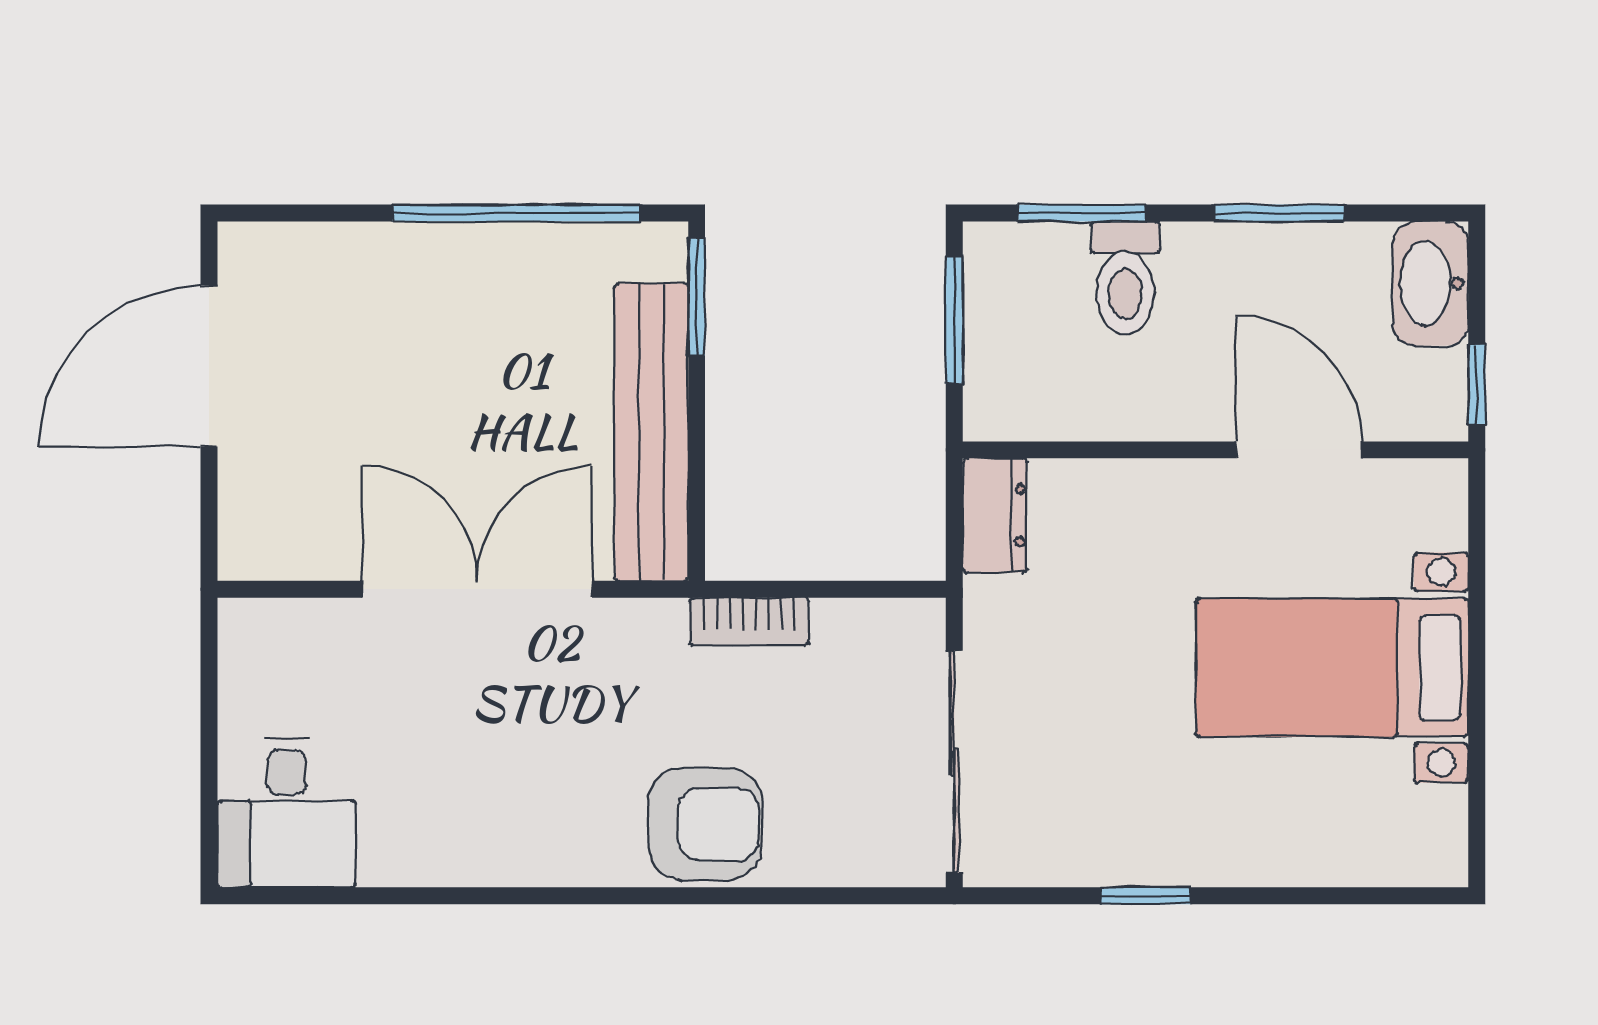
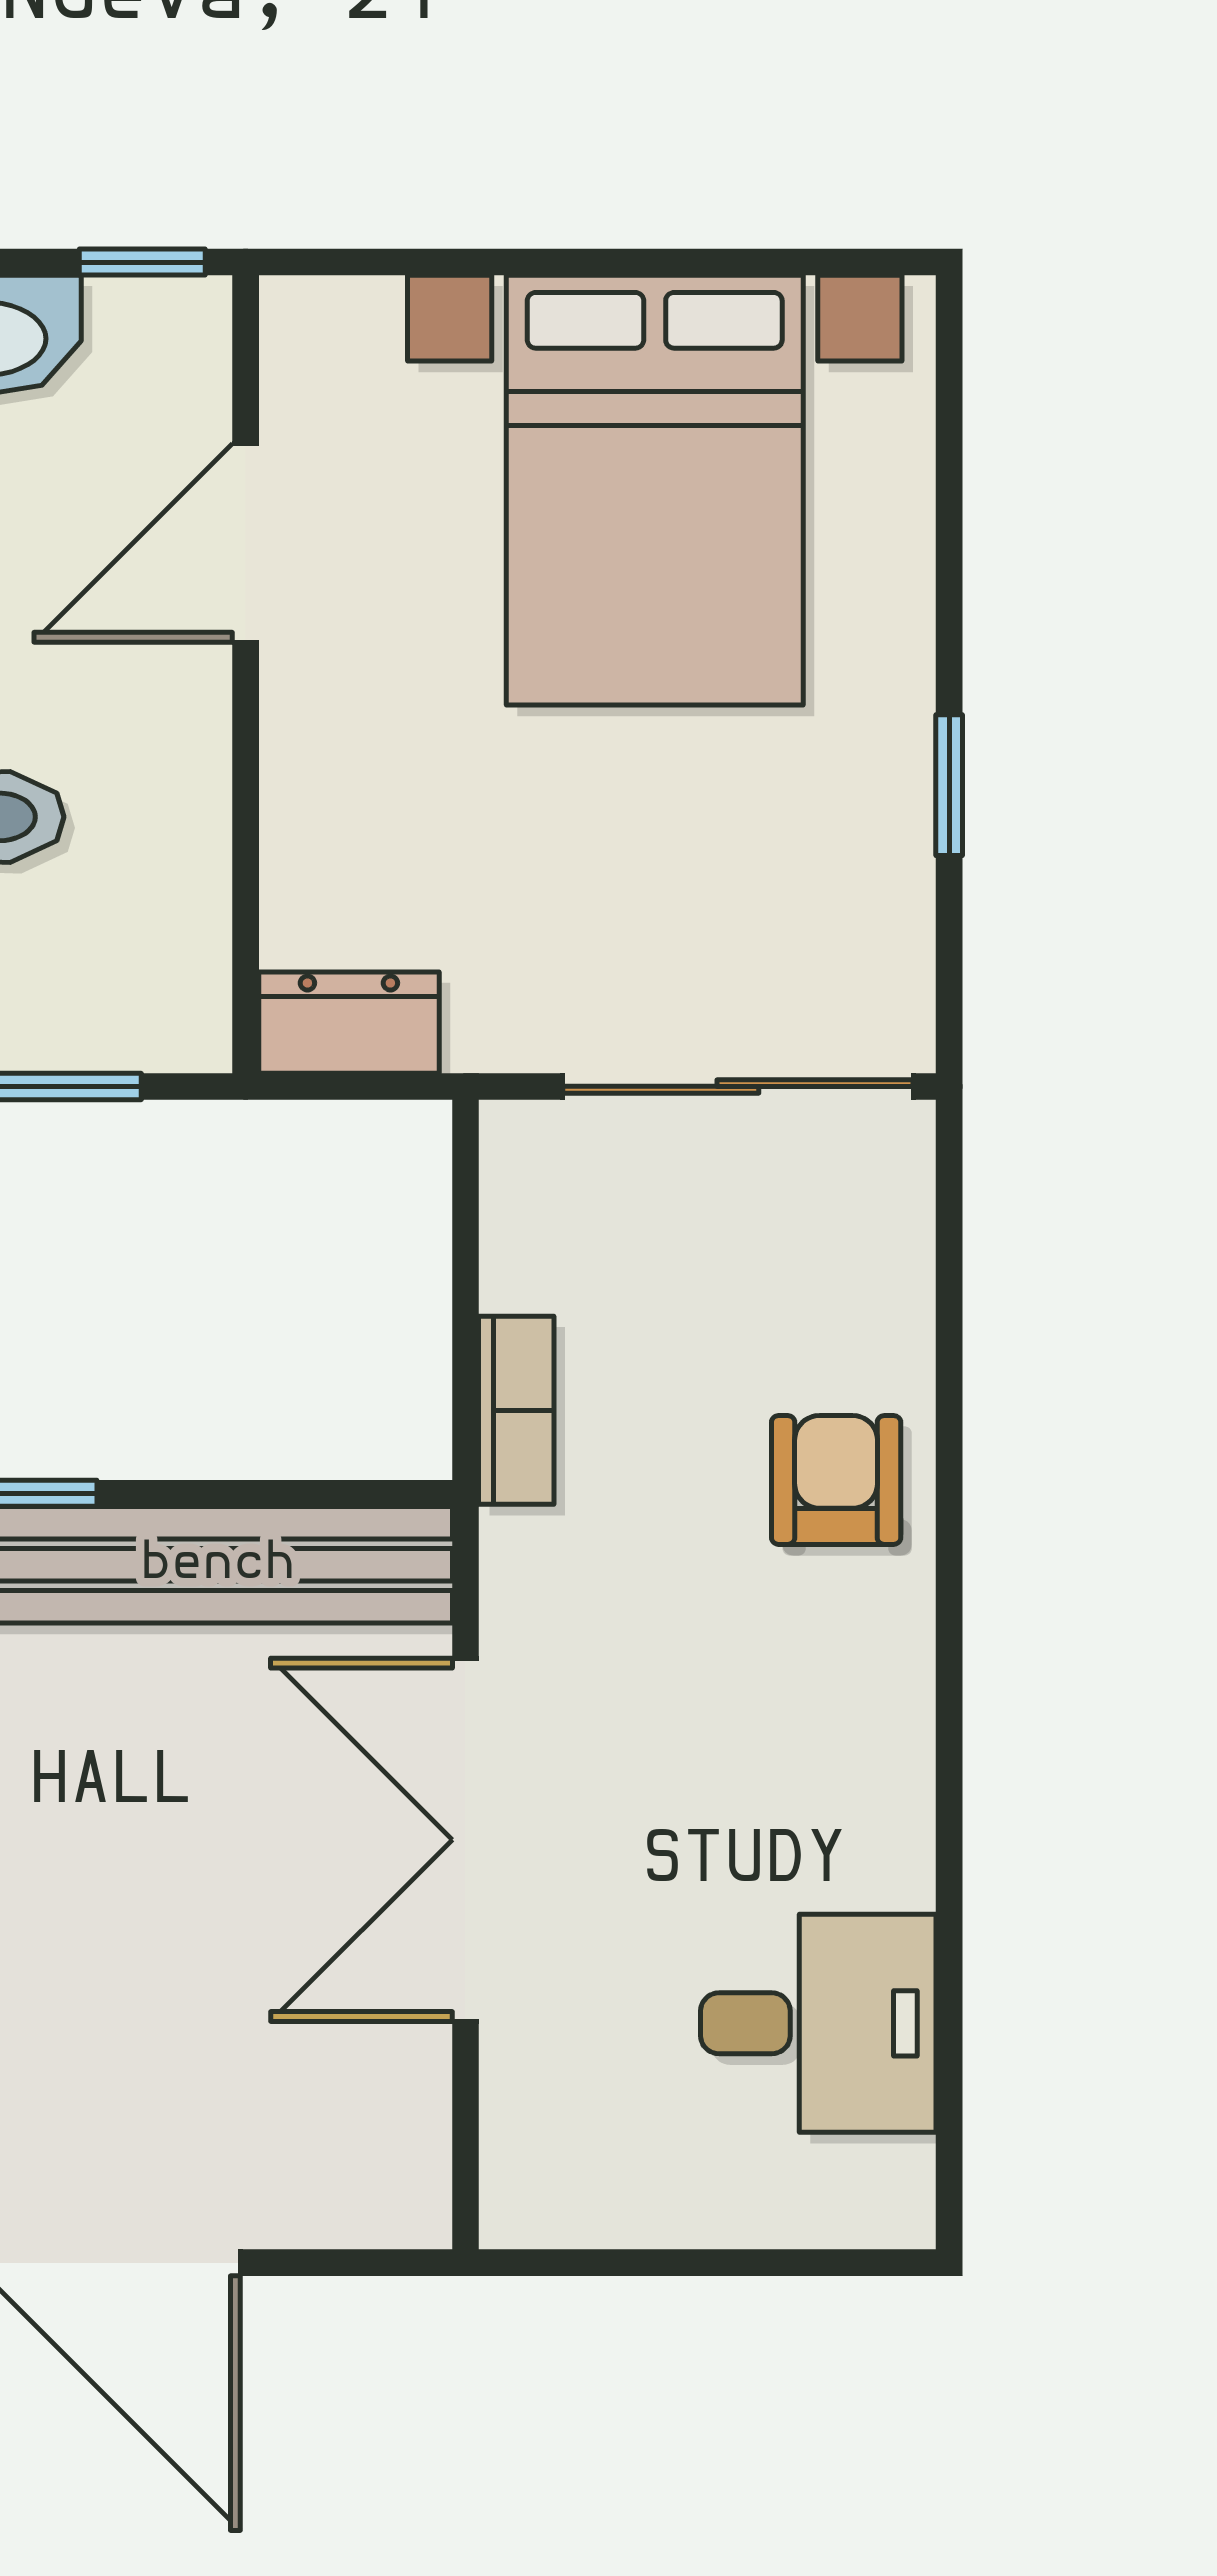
bed with nightstands: (1332, 668) -> (655, 490), width x1.36
desk: (287, 813) -> (818, 2023), moved
armchair: (705, 824) -> (836, 1480), width x0.72, depth x0.72

